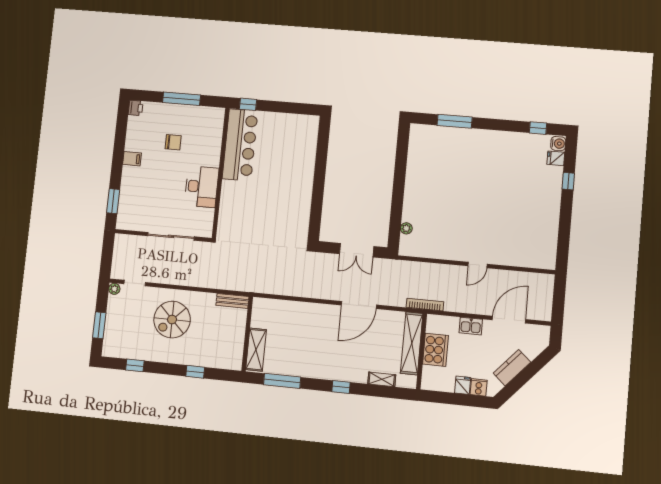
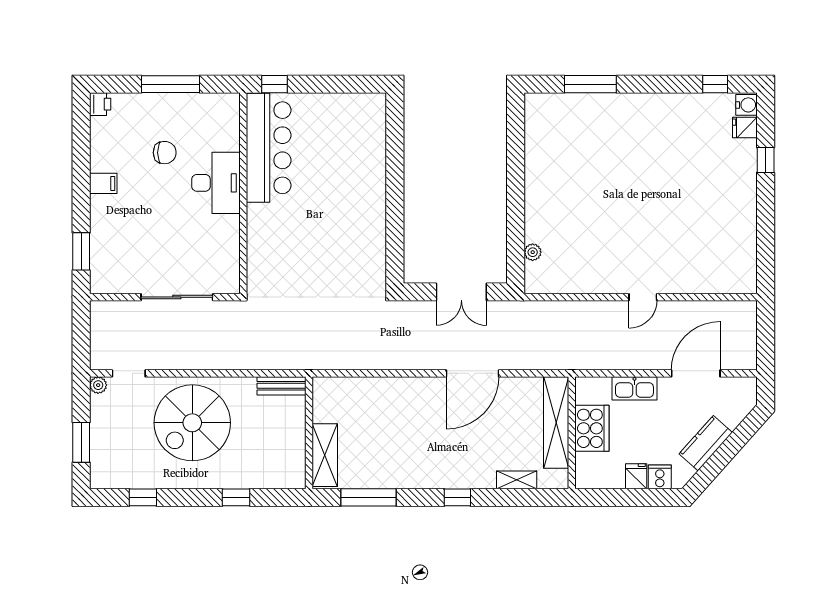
desk: (202, 187) -> (216, 183), moved
bookcase: (425, 305) -> (571, 363), removed
spiral stairs: (172, 320) -> (192, 423), width x1.37, depth x1.37
kitchen sink: (471, 326) -> (634, 388), width x1.38

